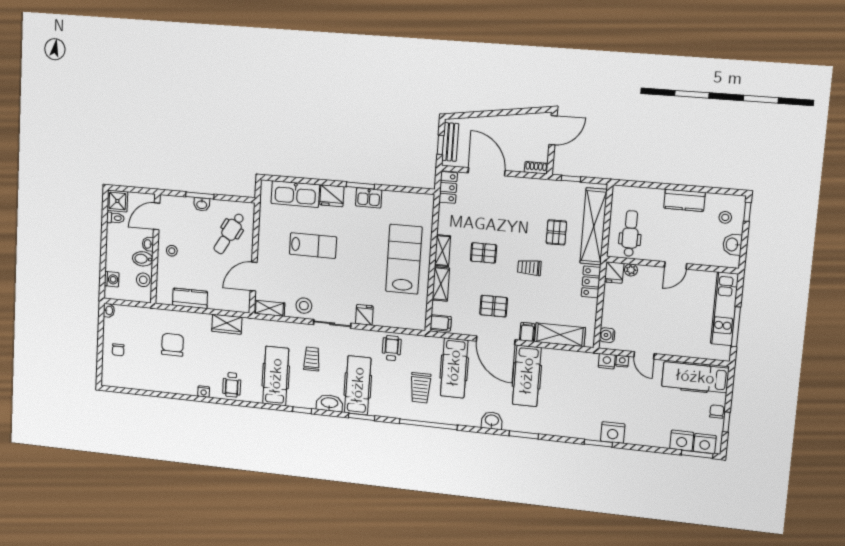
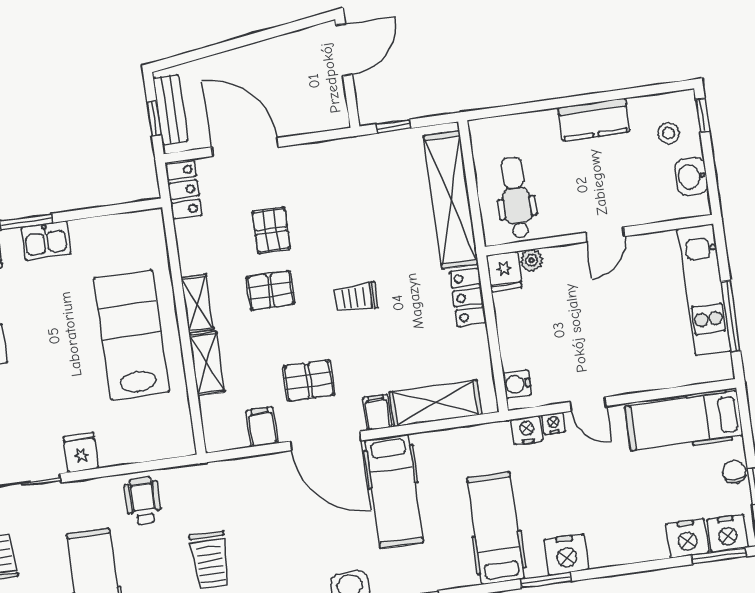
shoe rack: (536, 168) -> (329, 121), removed
pallet: (556, 232) -> (271, 230), moved
filing cabinet: (441, 323) -> (262, 427), moved, turned -90
hospital bed: (454, 368) -> (496, 528), moved, turned 180

